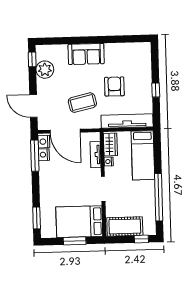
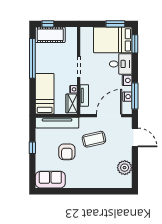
sofa: (86, 54) -> (50, 180), moved
window: (32, 59) -> (135, 176), removed
door: (65, 131) -> (109, 116), hinge flipped
nightstand: (44, 142) -> (127, 80), moved
desk: (53, 193) -> (121, 64), added
bed: (79, 222) -> (113, 40), moved, turned 180
cot: (125, 226) -> (50, 35), moved
window: (75, 241) -> (115, 24), moved

